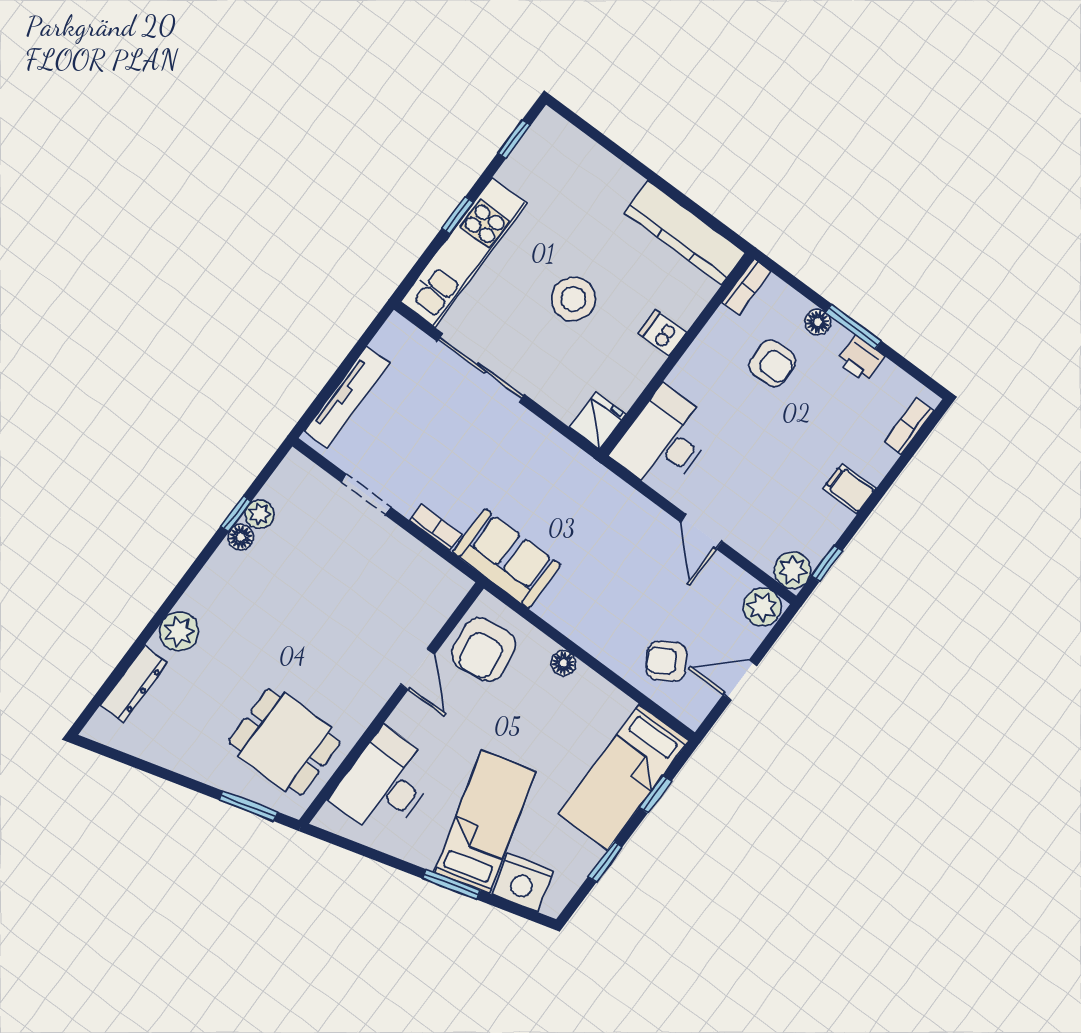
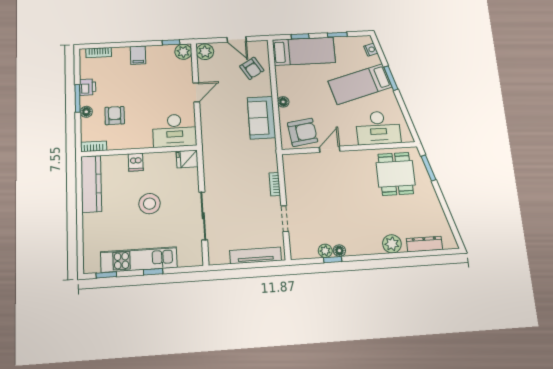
kitchen unit: (464, 252) -> (139, 260), moved
sofa: (507, 558) -> (261, 118), moved
nightstand: (523, 883) -> (371, 50), width x0.53, depth x0.56

